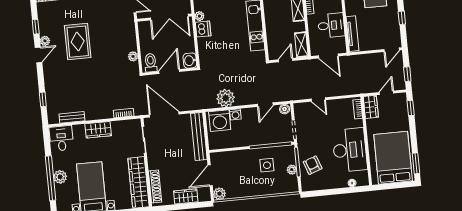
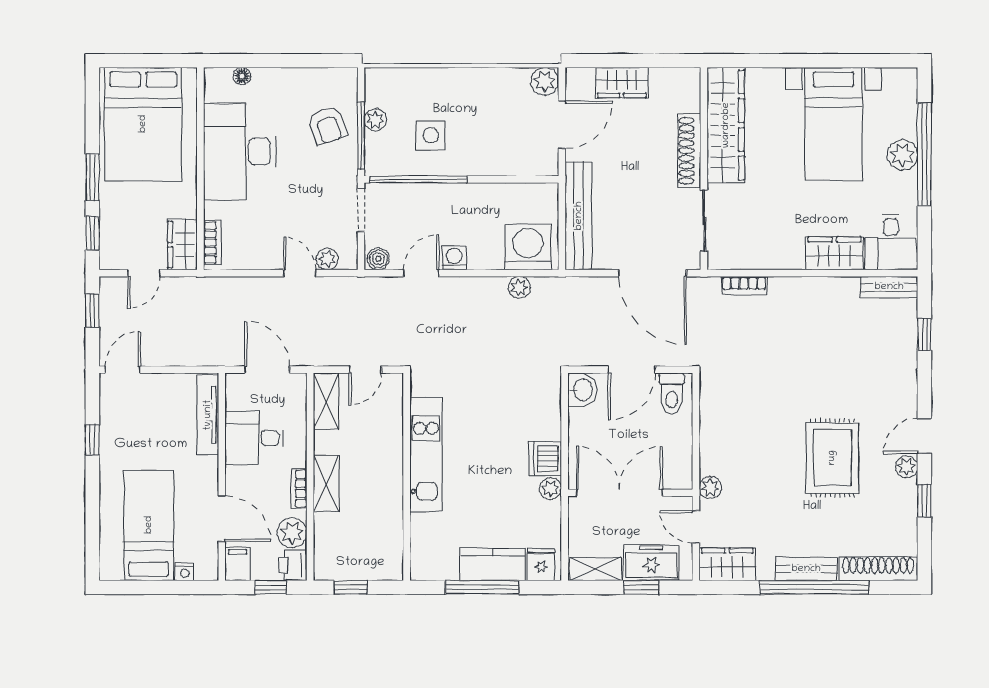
plant: (133, 56) -> (710, 488), moved
plant: (226, 98) -> (519, 287), width x0.53, depth x0.53
plant: (307, 107) -> (327, 259), added
washing machine: (235, 114) -> (454, 258), moved
bench: (72, 117) -> (889, 287), moved
wardrobe: (98, 130) -> (834, 253), moved
window: (416, 163) -> (92, 177), moved
shoe rack: (155, 186) -> (689, 151), moved

